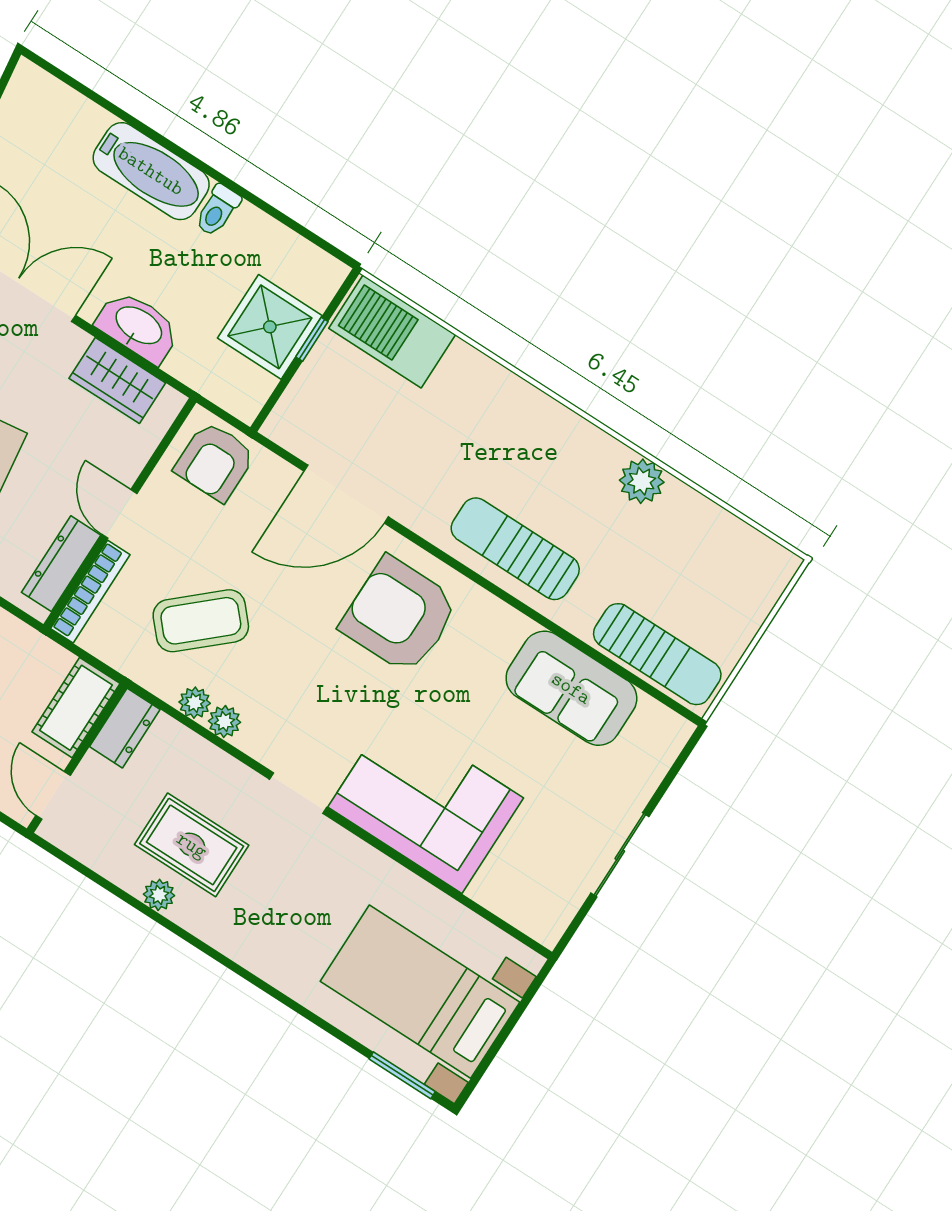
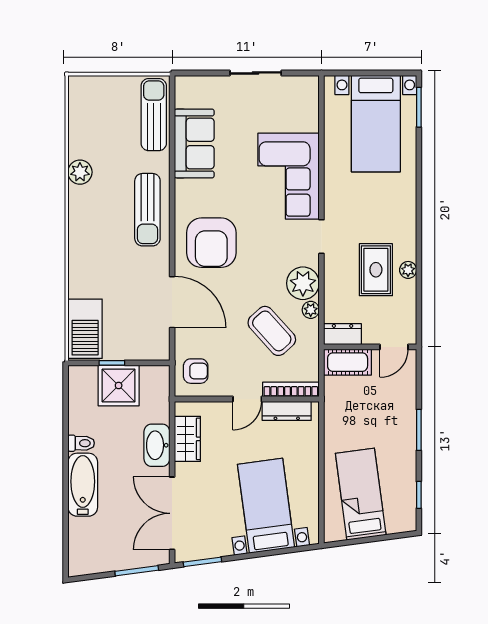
armchair: (215, 462) -> (196, 371), width x0.72, depth x0.72
plant: (224, 722) -> (303, 283), width x1.87, depth x1.87

